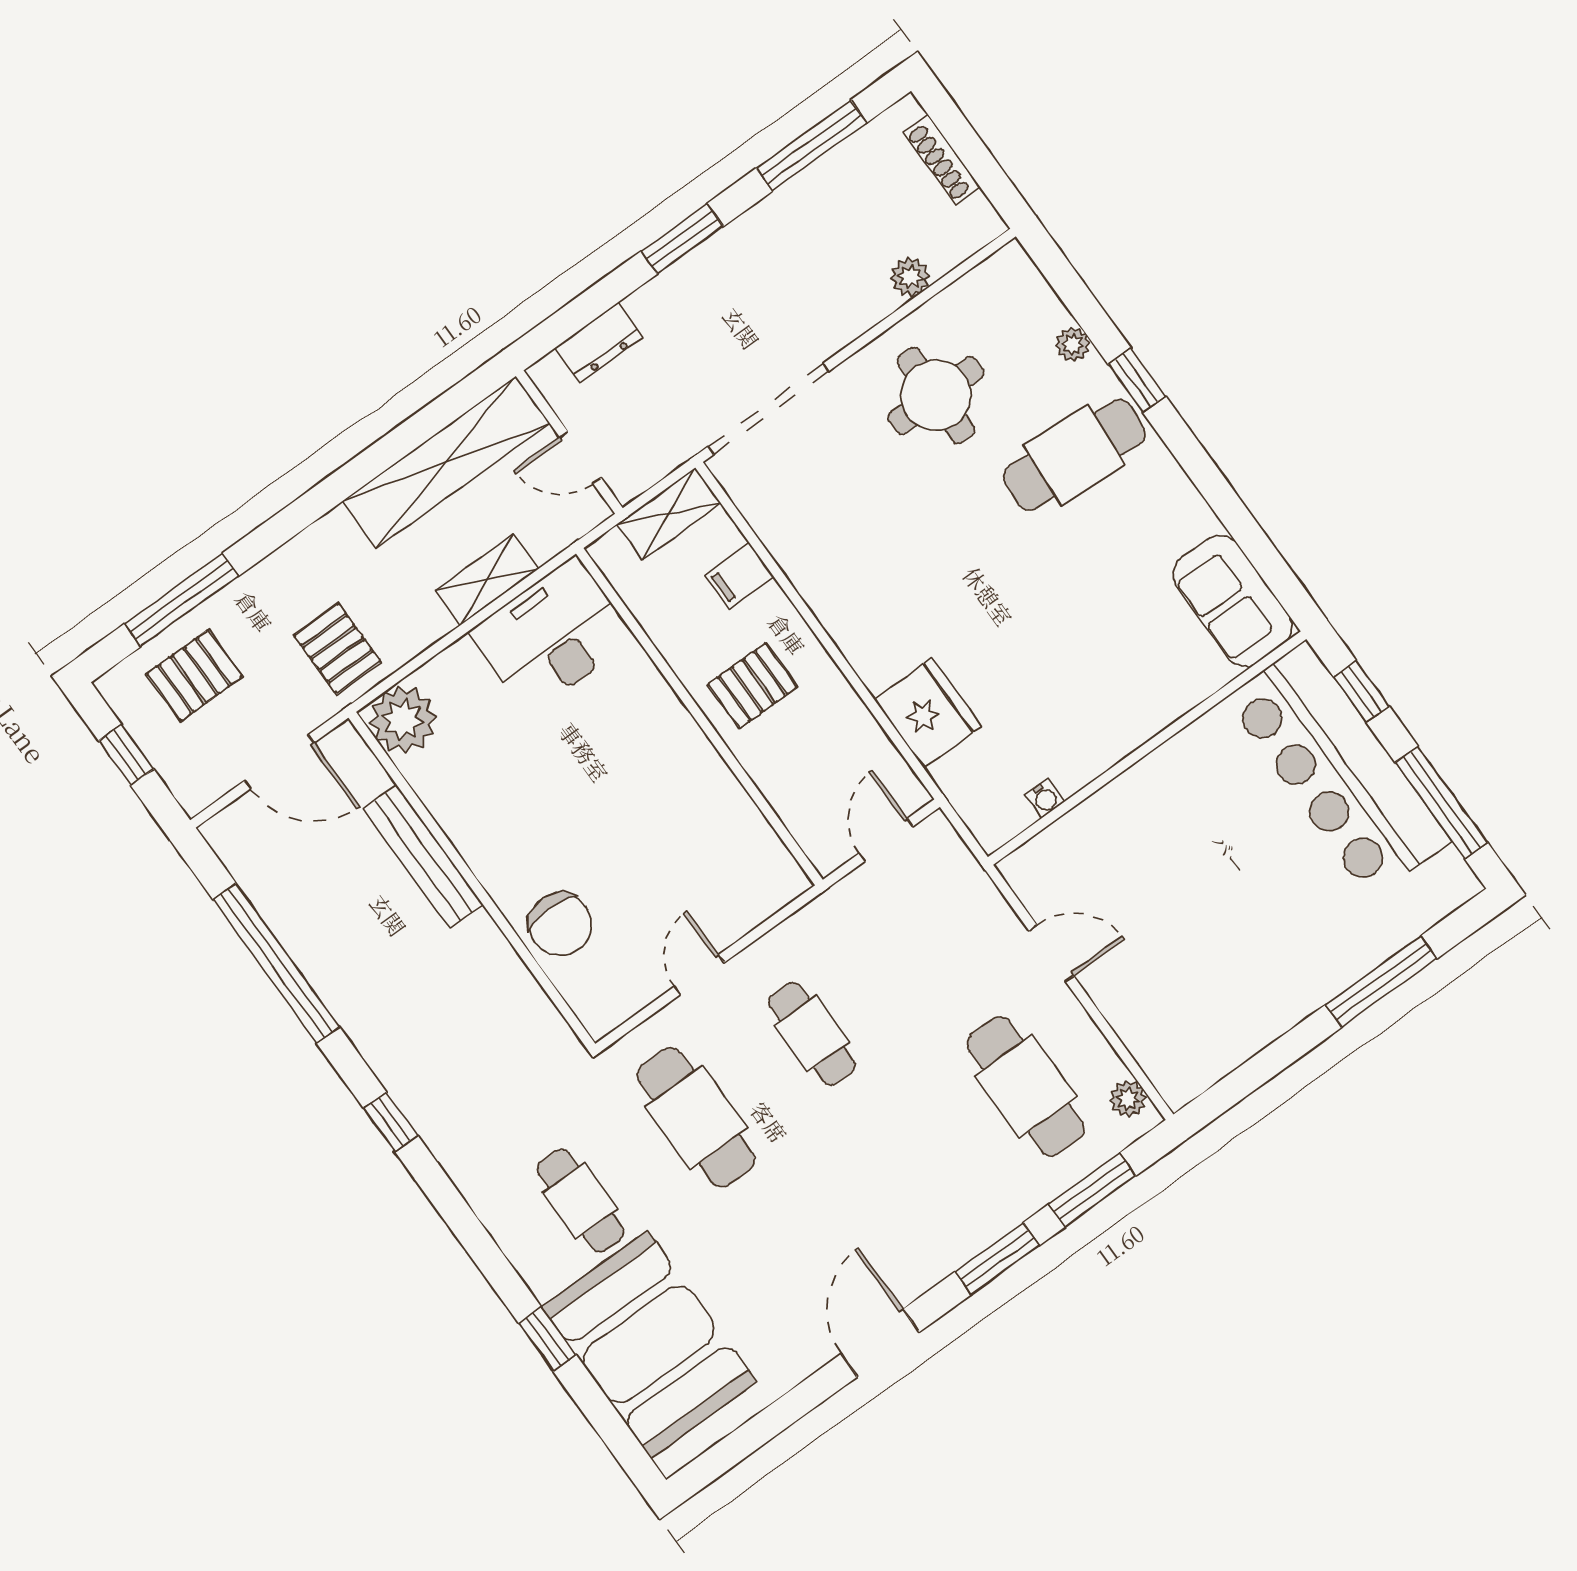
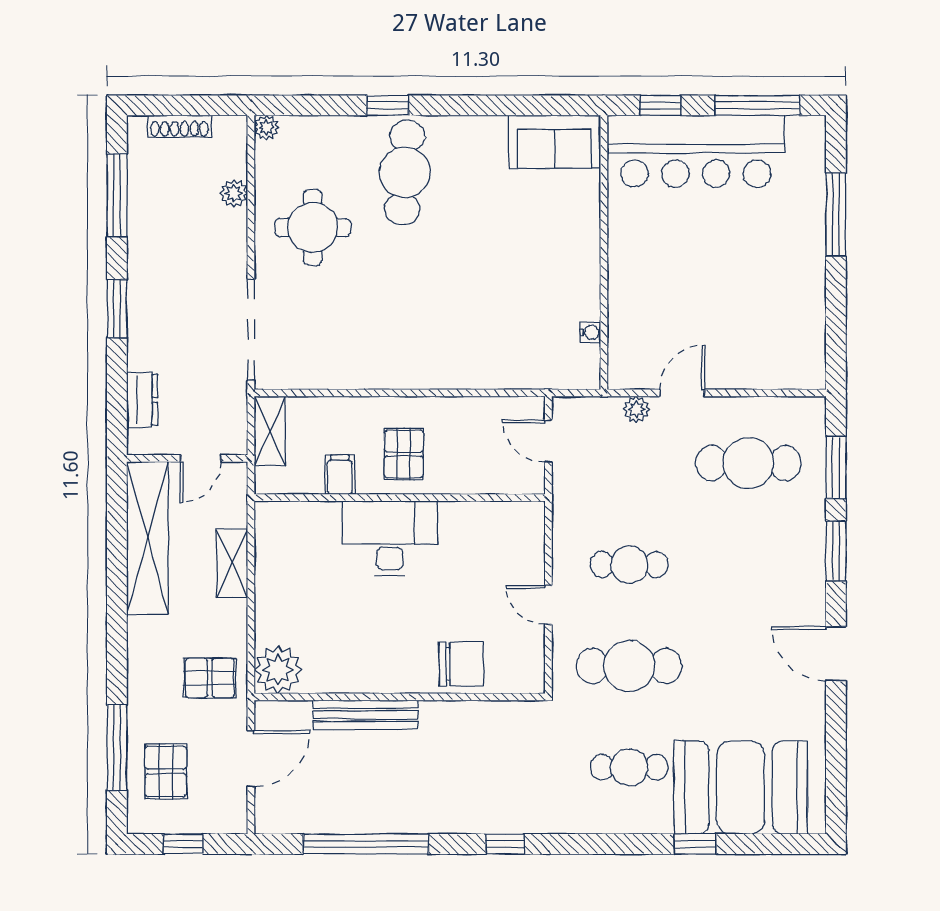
plant: (1073, 344) -> (266, 127), moved
filing cabinet: (739, 576) -> (340, 475), moved, turned 180
desk: (552, 635) -> (390, 538), moved, turned 90
fridge: (928, 713) -> (492, 364), removed
plant: (1128, 1099) -> (636, 409), moved

